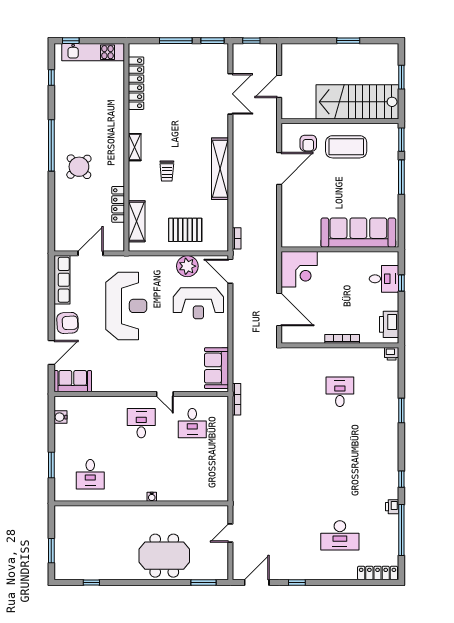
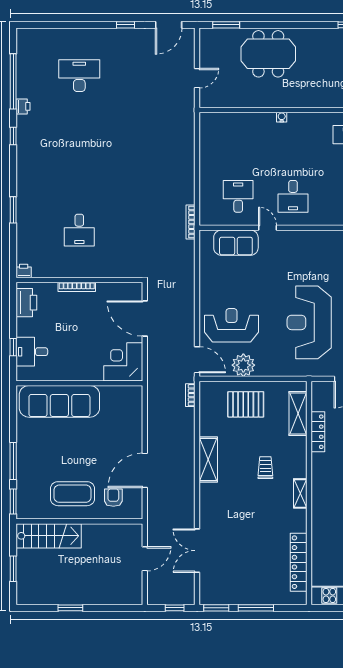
stairs: (357, 102) -> (49, 536), width x0.73, depth x0.66
shelving: (220, 169) -> (208, 460), width x0.68
sofa: (217, 368) -> (236, 243), moved, turned 90
locker: (378, 573) -> (39, 35), removed

